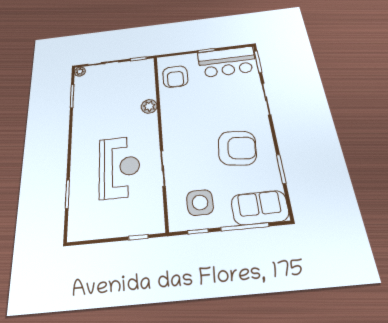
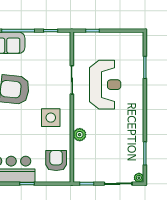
reception desk: (119, 167) -> (105, 85), turned 180
side table: (200, 203) -> (51, 118), moved

